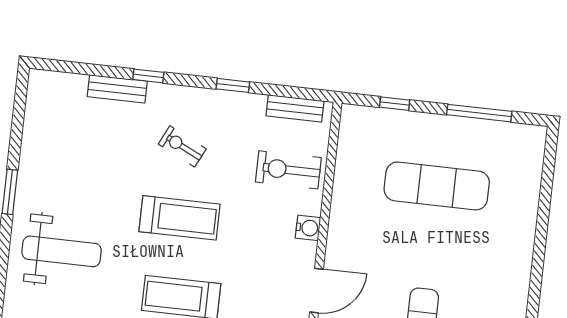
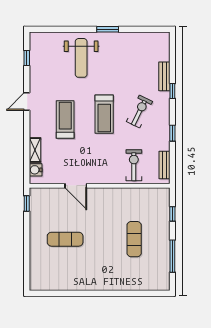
exercise bike: (182, 146) -> (139, 112), width x1.38, depth x1.39
exercise mat: (437, 186) -> (134, 239), width x0.73, depth x0.69
water cooler: (308, 228) -> (106, 178), removed

